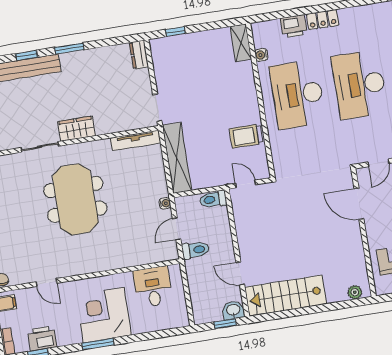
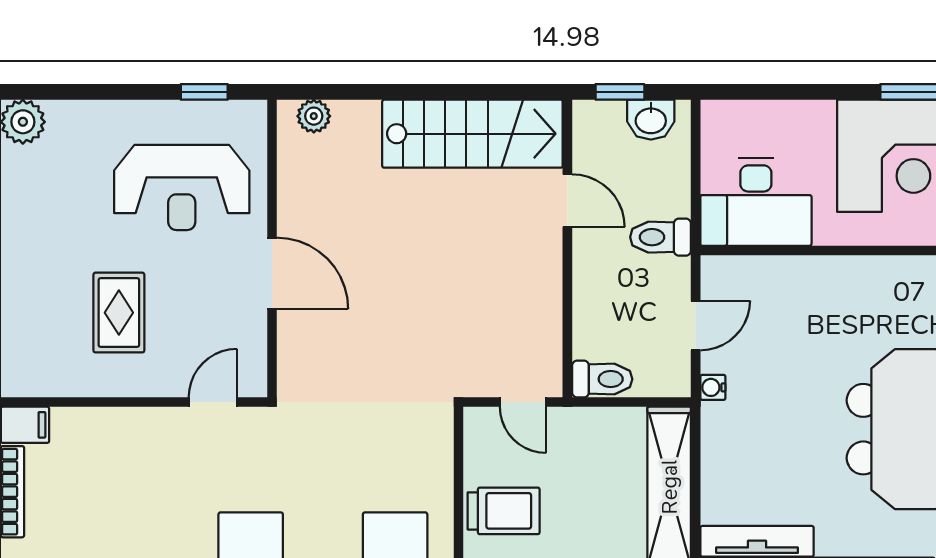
door: (359, 204) -> (272, 273), moved
toilet: (196, 250) -> (661, 237), moved
desk: (153, 287) -> (756, 202), width x1.37
washbasin: (233, 310) -> (651, 120), moved

